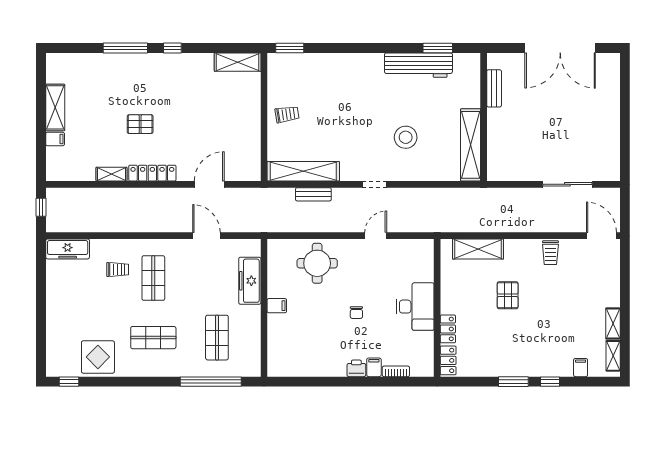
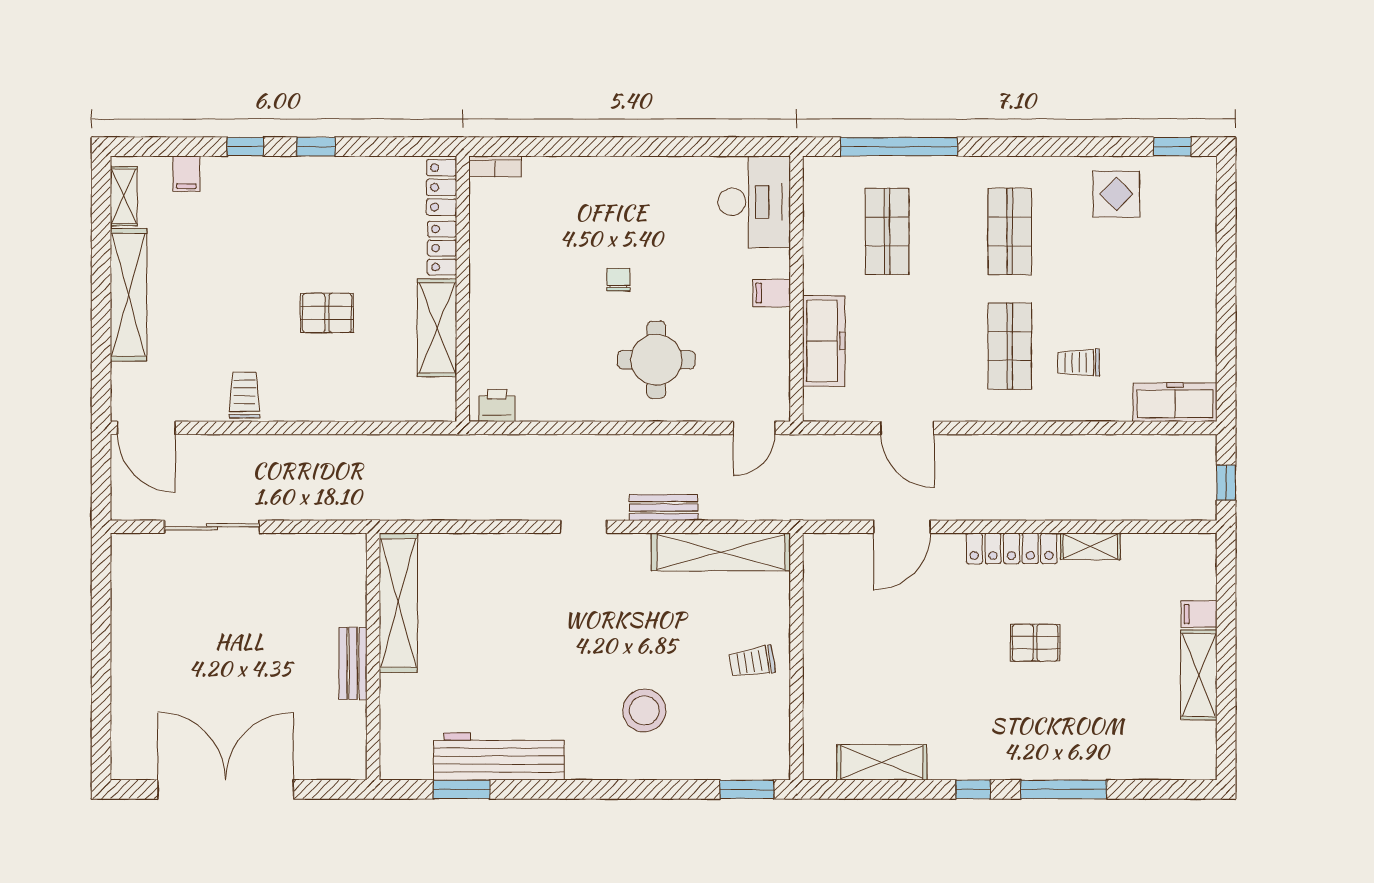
shelving: (238, 62) -> (882, 762), moved
bench: (494, 88) -> (353, 663), moved
stool: (406, 137) -> (644, 711), moved
bench: (313, 194) -> (664, 508), moved
door: (376, 236) -> (754, 428), moved
shelving: (478, 249) -> (437, 328), moved, turned 90
round table: (317, 263) -> (656, 360), moved
pallet: (508, 295) -> (327, 313), turned 90
desk: (415, 307) -> (754, 202), moved, turned 180
shelving: (613, 323) -> (129, 295), width x2.20, depth x1.33
shop shelf: (153, 338) -> (1010, 231), turned 90
display table: (98, 357) -> (1116, 194), width x0.73, depth x0.73
filing cabinet: (374, 367) -> (585, 174), removed
printer: (356, 368) -> (497, 405), moved, turned 180
bookcase: (396, 371) -> (495, 166), moved
window: (513, 382) -> (316, 147), width x0.67

